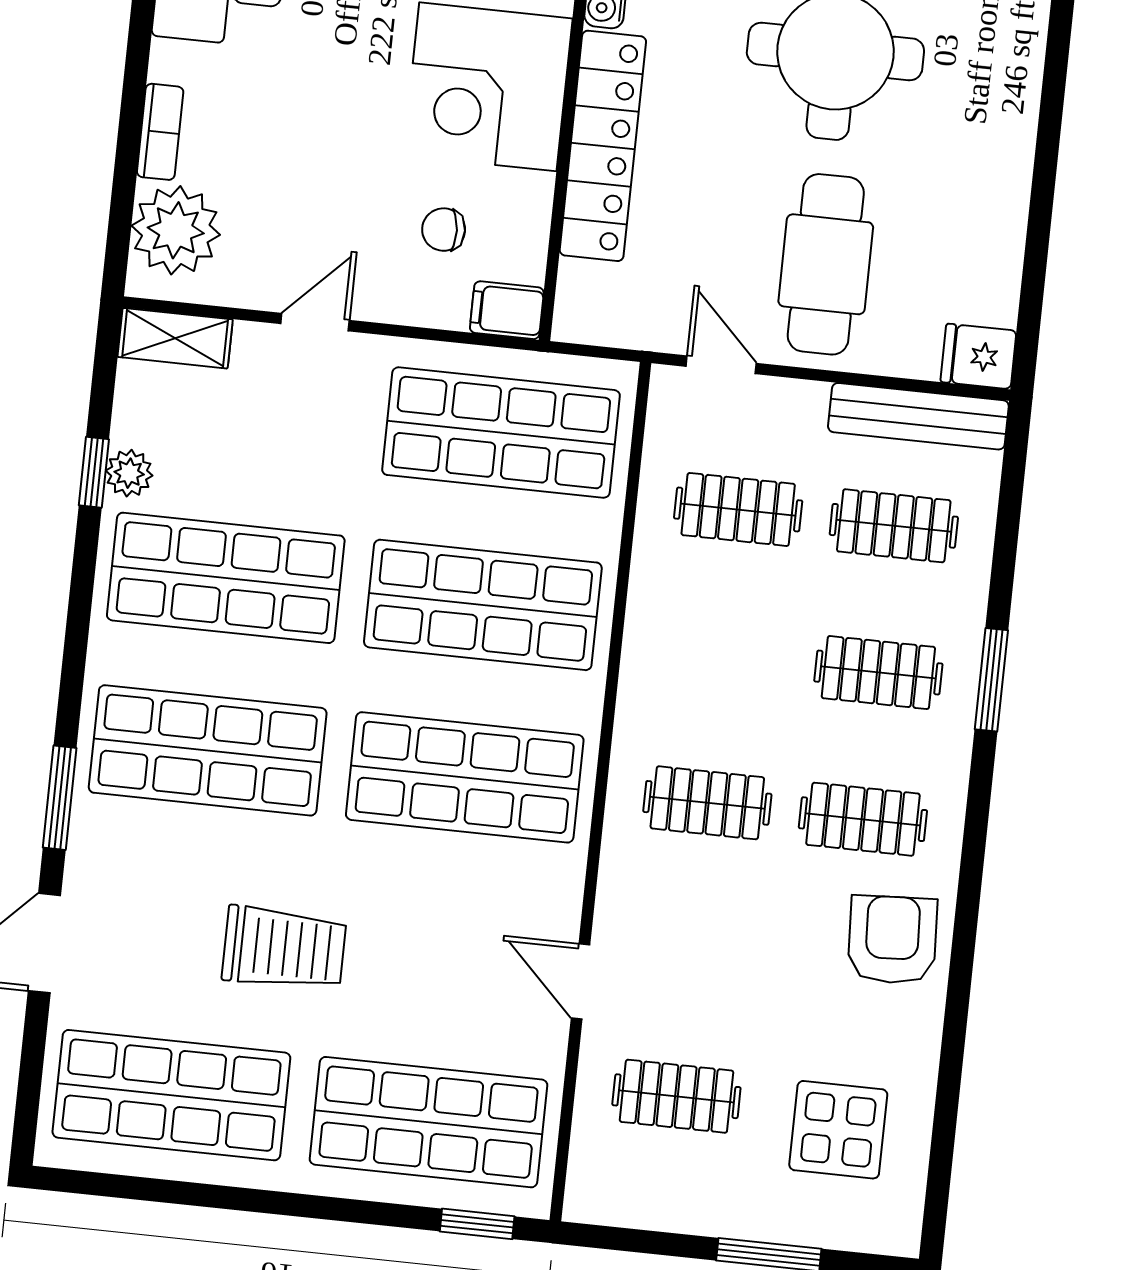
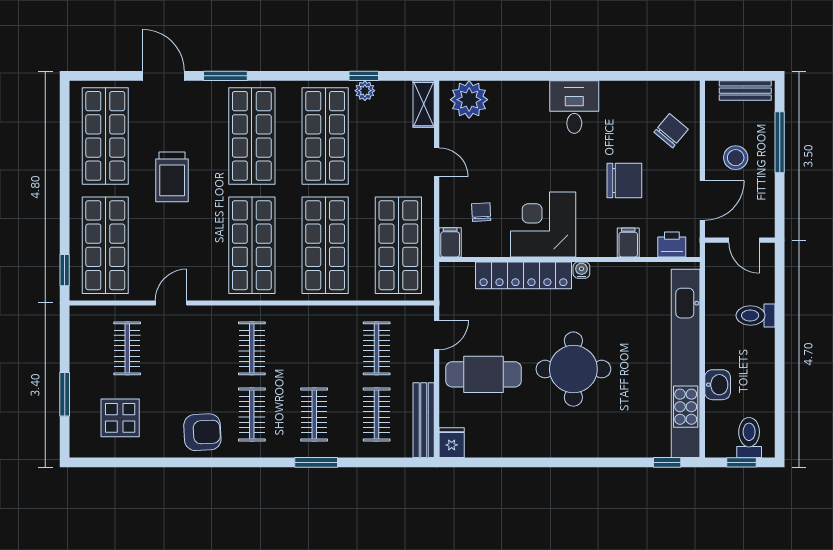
bookcase: (160, 132) -> (510, 89), removed

